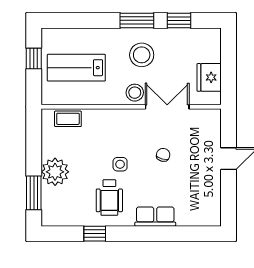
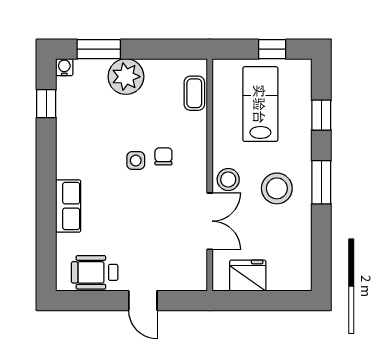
window: (179, 20) -> (321, 115), moved
chair: (163, 155) -> (163, 156), moved, turned -106
wheelchair: (109, 197) -> (95, 272), moved
water cooler: (48, 220) -> (64, 67), added
window: (95, 234) -> (46, 104), moved

